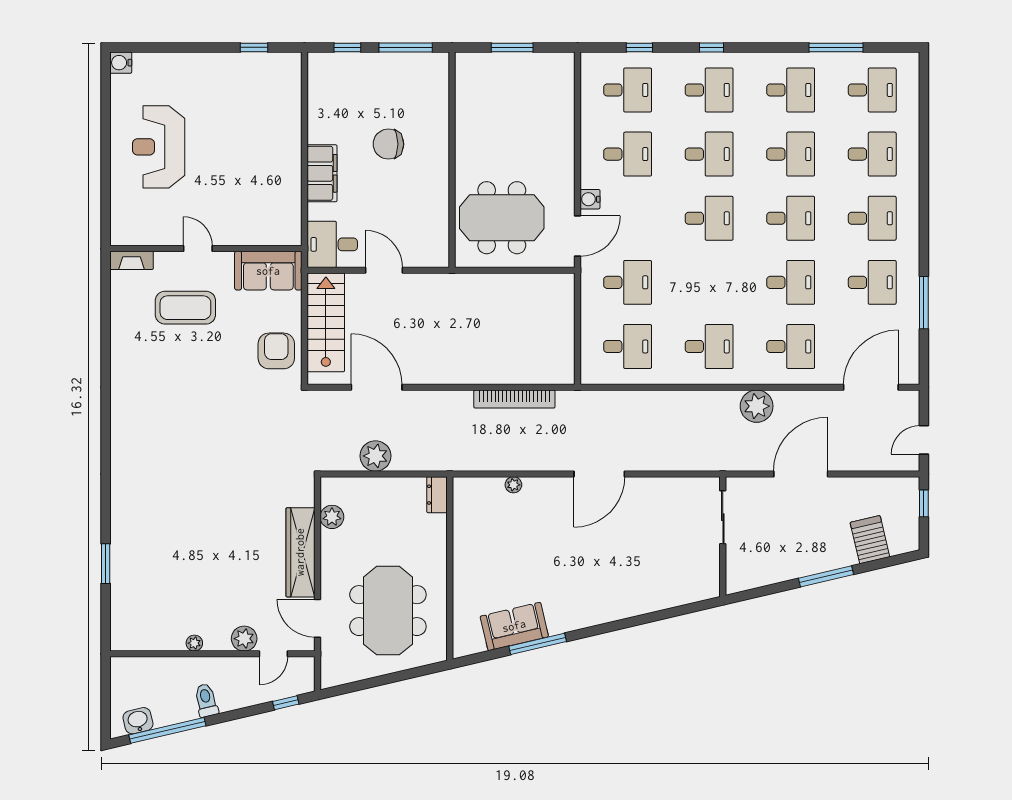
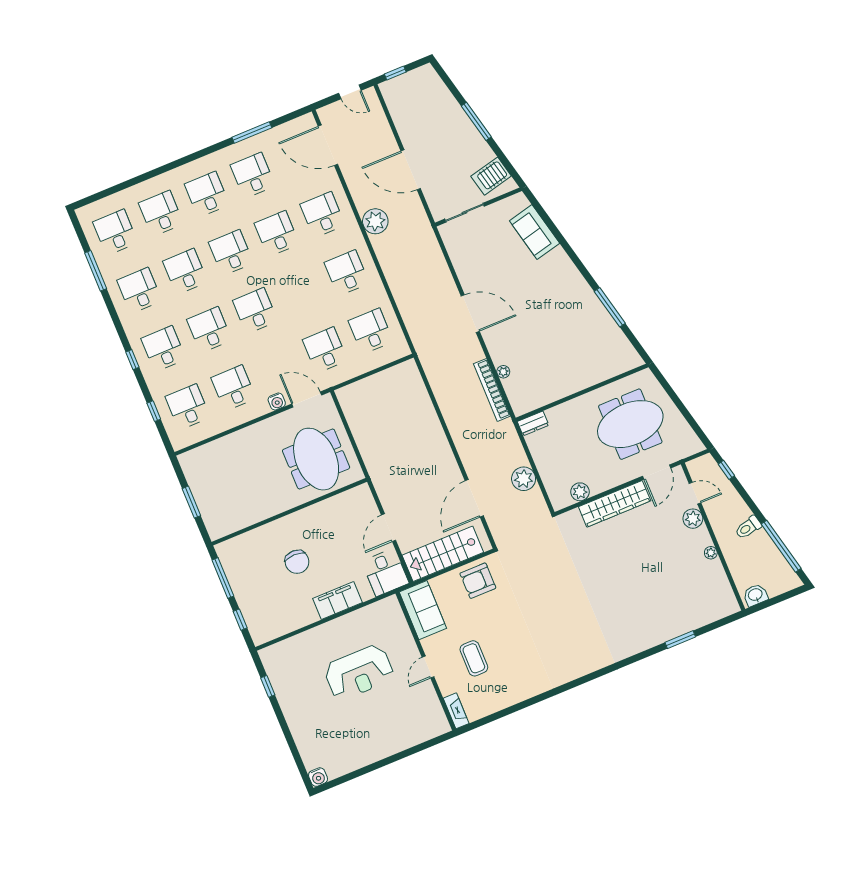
reception desk: (159, 147) -> (359, 672), moved
coffee table: (185, 308) -> (474, 658), width x0.73, depth x0.76
bookcase: (514, 399) -> (492, 390), moved, turned 180
server rack: (870, 540) -> (491, 176), moved
sofa: (514, 626) -> (535, 232), moved
washbasin: (138, 721) -> (755, 595), moved, turned 103

